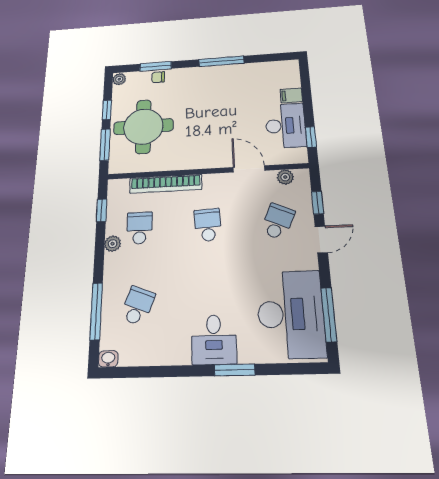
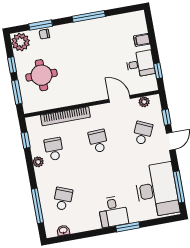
plant: (119, 79) -> (21, 42), width x1.88, depth x1.88
desk: (285, 126) -> (140, 64), width x0.73
round table: (143, 127) -> (41, 75), width x0.73, depth x0.73
washbasin: (108, 359) -> (63, 230), moved

